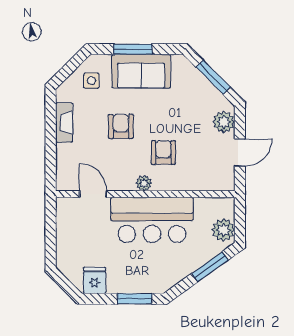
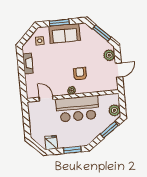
armchair: (121, 126) -> (57, 63), removed

